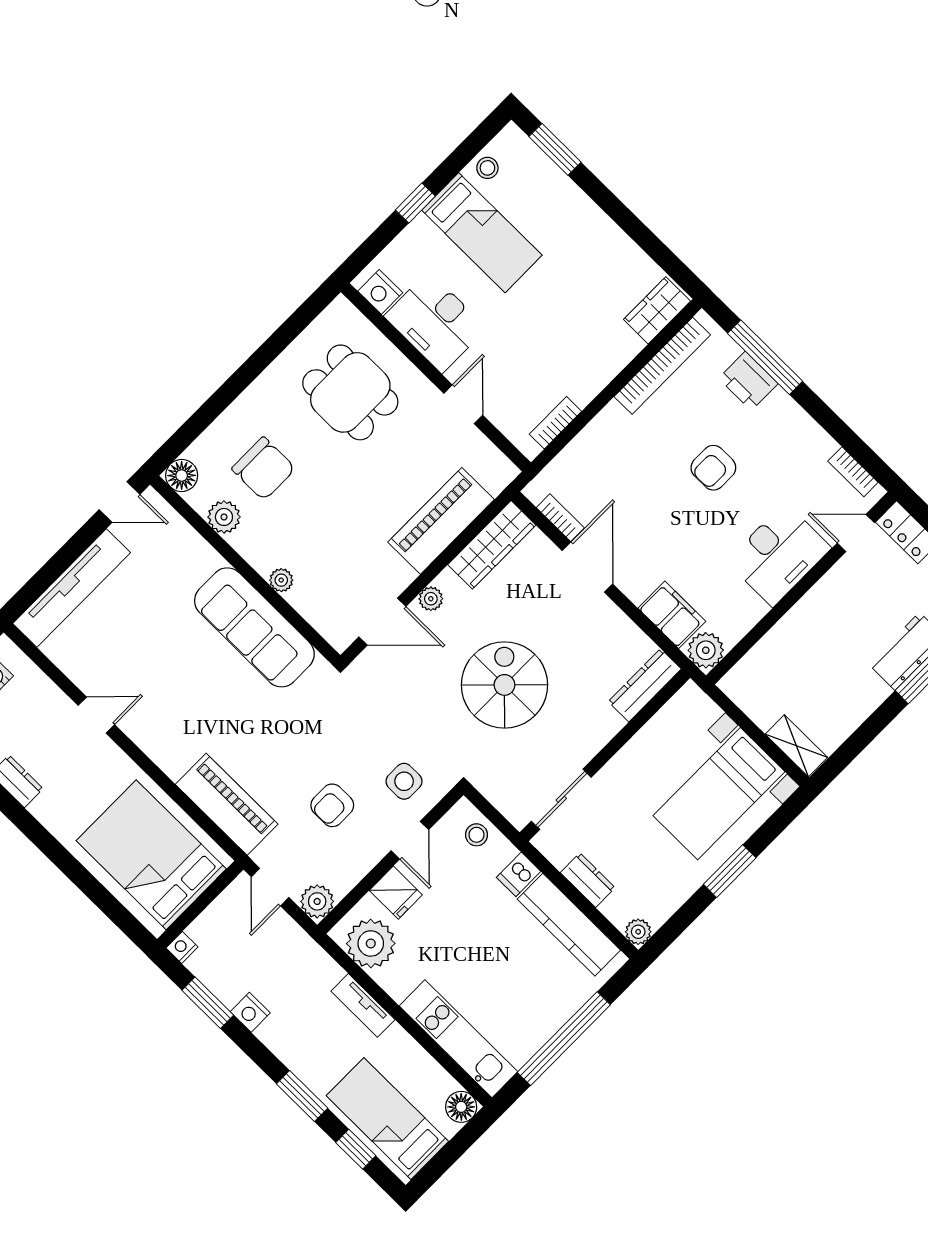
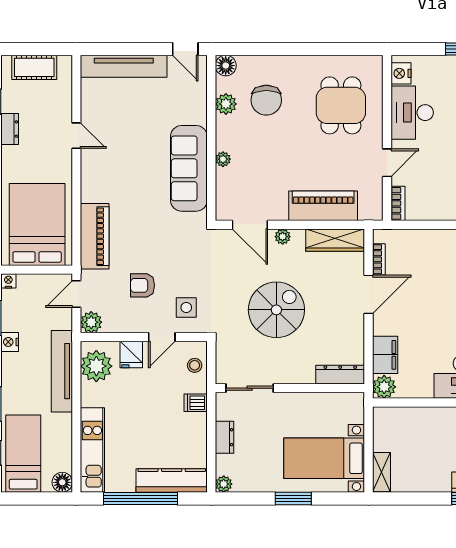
bookcase: (555, 423) -> (398, 203), moved, turned 90
kitchen counter: (569, 925) -> (172, 480), moved, turned 90
tv unit: (363, 1005) -> (62, 371), width x1.92, depth x1.29

